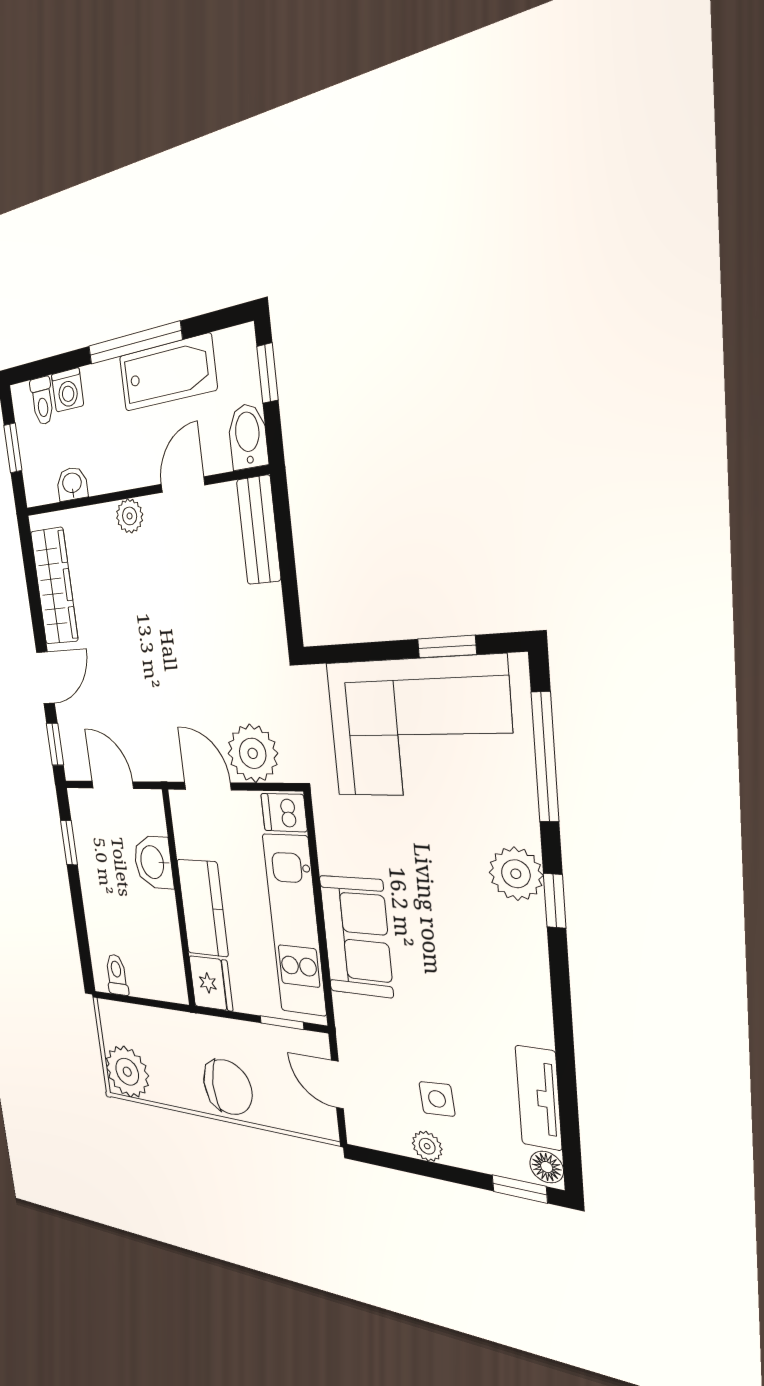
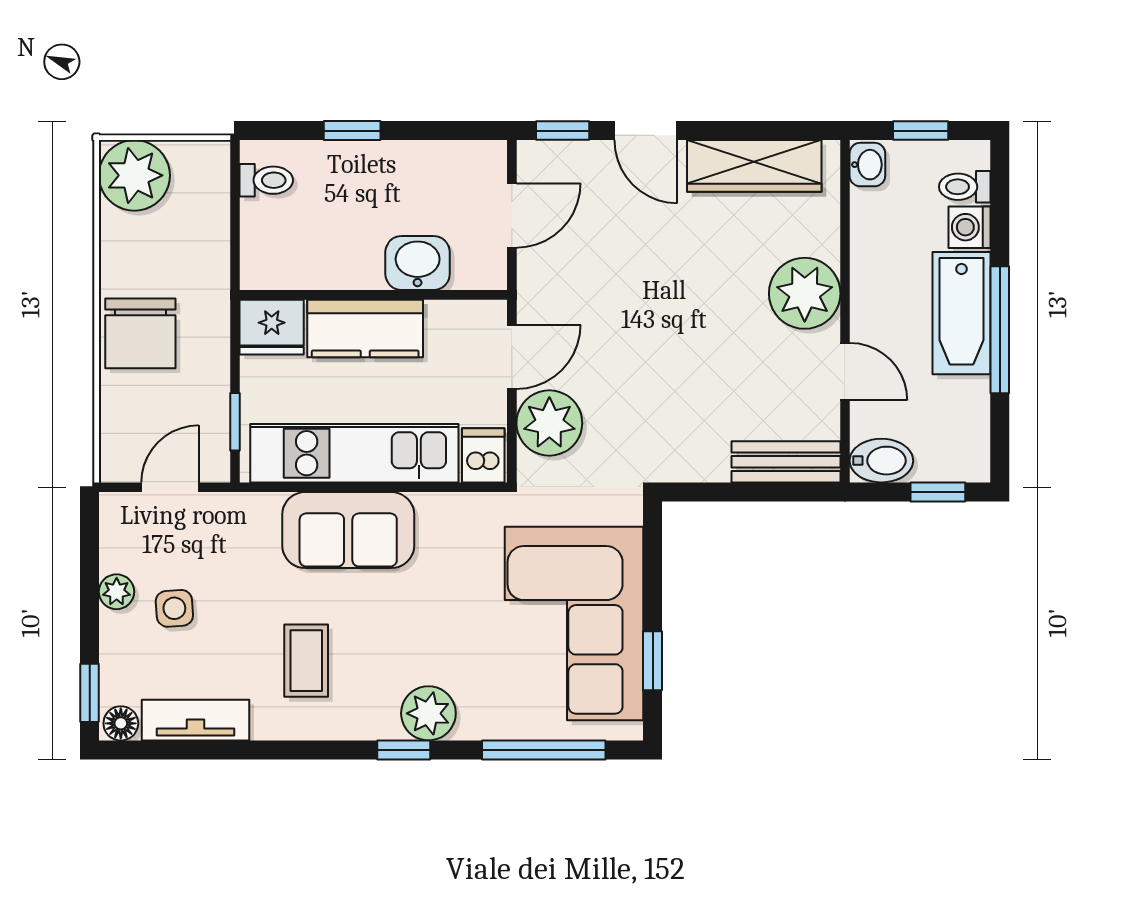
bathtub: (167, 373) -> (962, 313), moved
washbasin: (72, 484) -> (867, 165), moved
plant: (130, 516) -> (805, 293), width x1.88, depth x1.88
window: (69, 843) -> (352, 131), moved
coffee table: (474, 987) -> (306, 661), added

